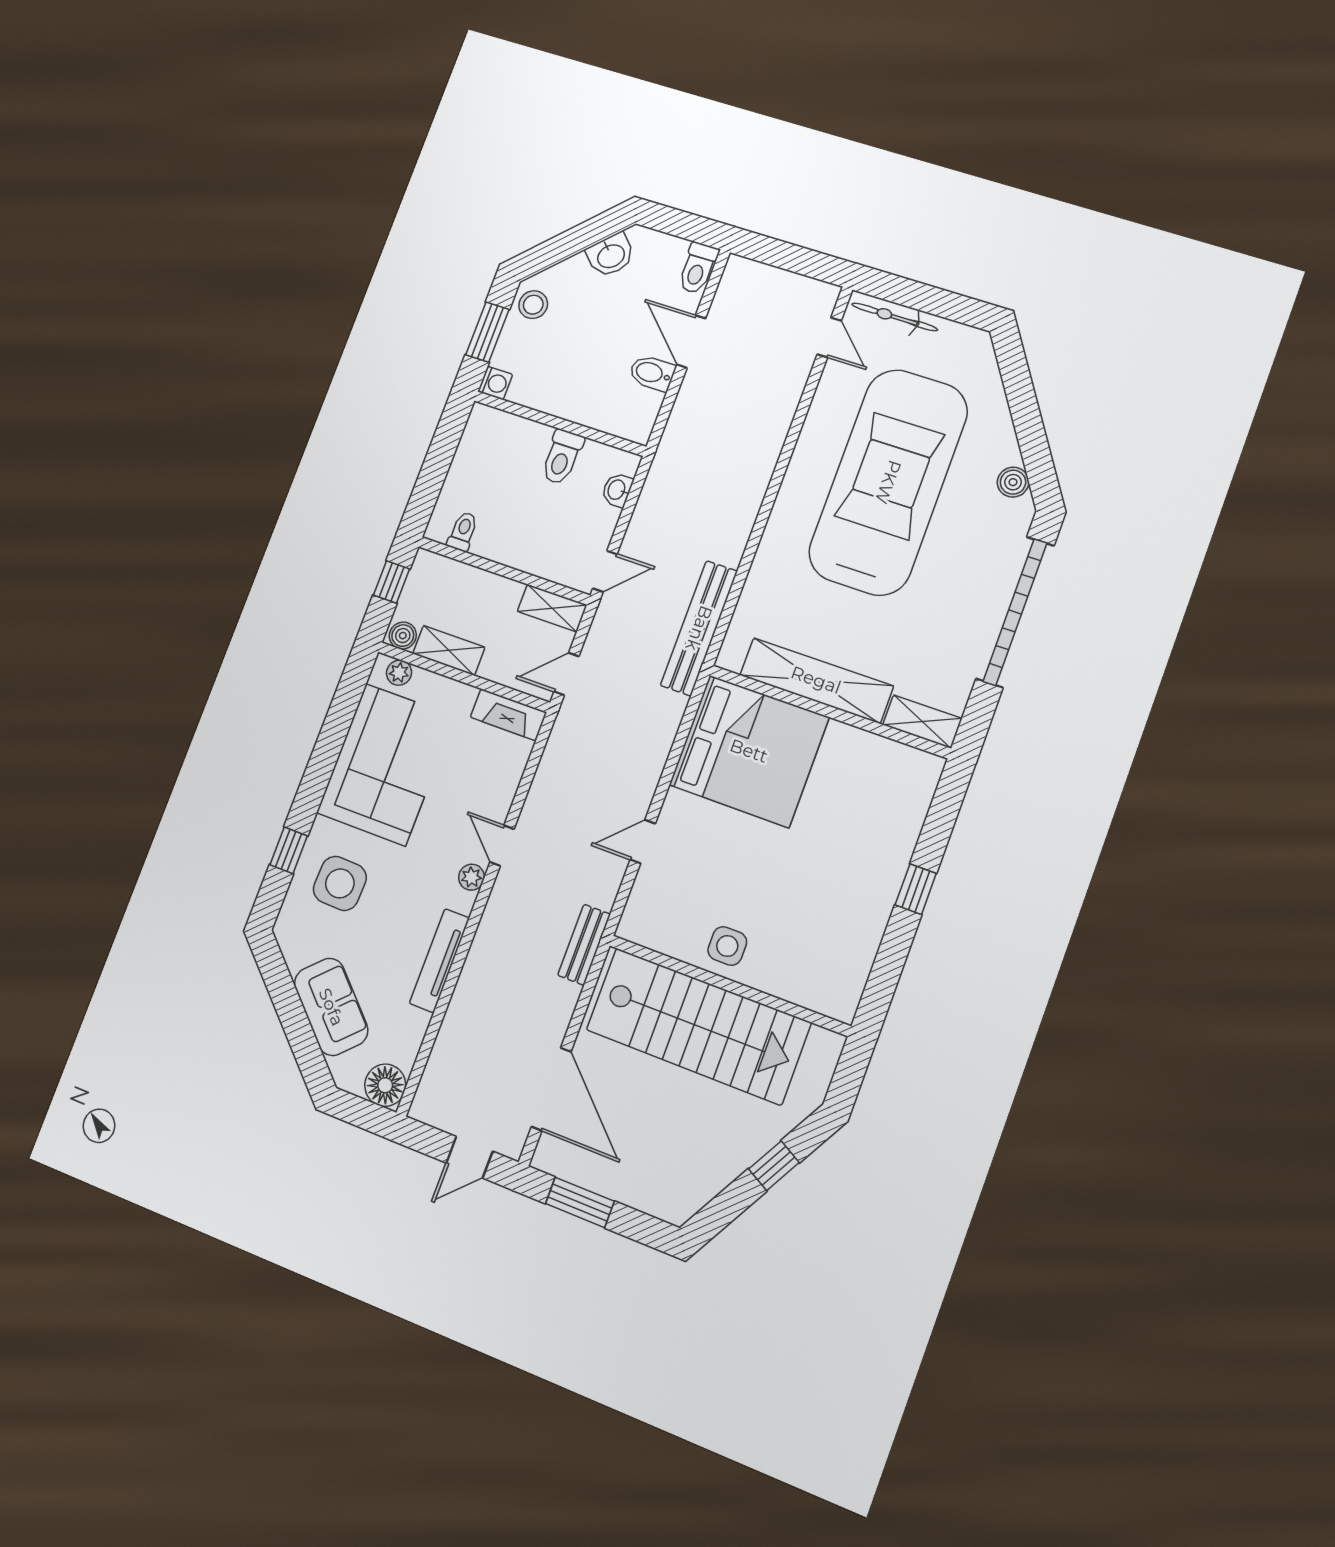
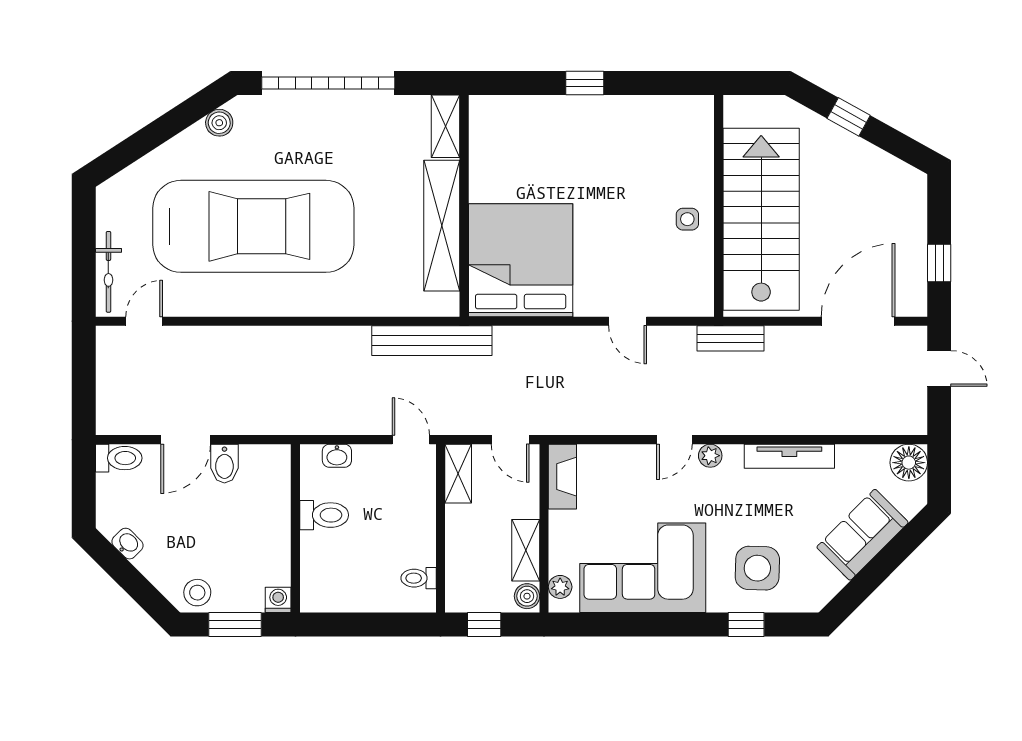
washbasin: (611, 255) -> (128, 544), width x0.72, depth x0.69
car: (888, 482) -> (253, 226), turned 180
side table: (727, 946) -> (687, 219), width x0.73, depth x0.73
window: (580, 1202) -> (939, 263), width x0.67

